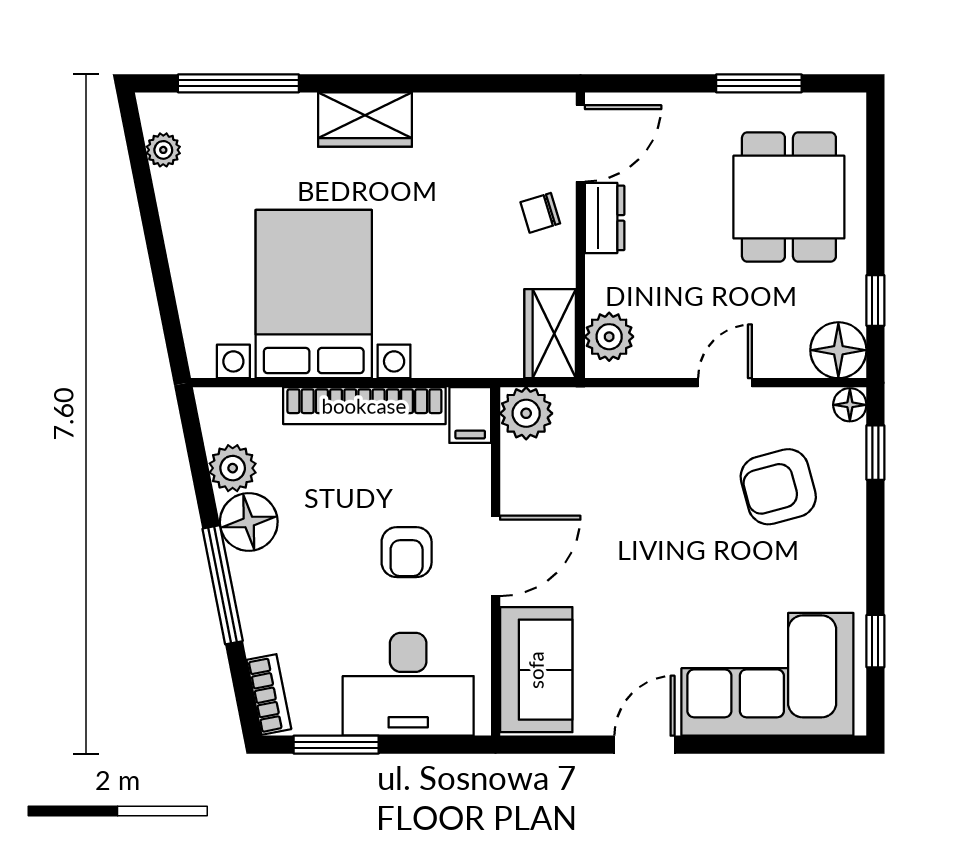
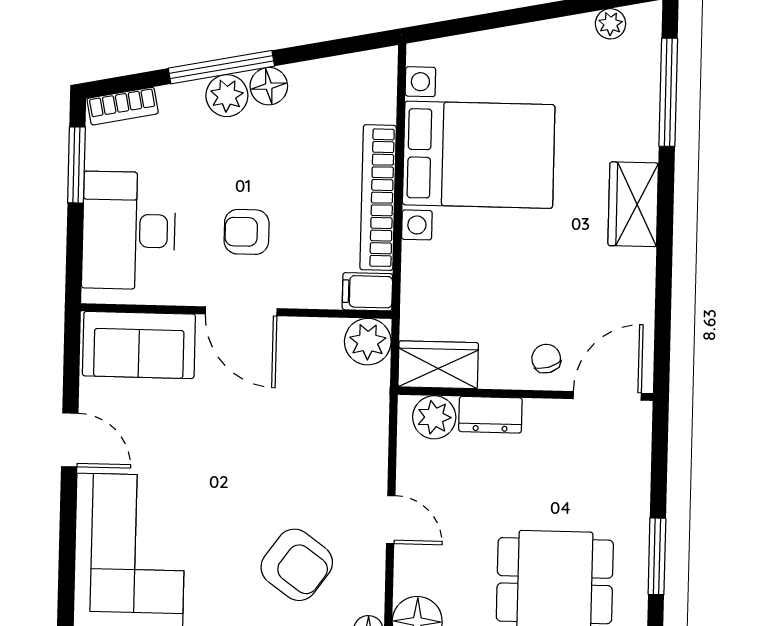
door: (580, 143) -> (607, 396), swing flipped
dresser: (605, 218) -> (490, 415), moved
plant: (233, 468) -> (227, 96), moved
armchair: (778, 487) -> (297, 565), turned 141
floor lamp: (249, 522) -> (269, 86), width x0.73, depth x0.73

